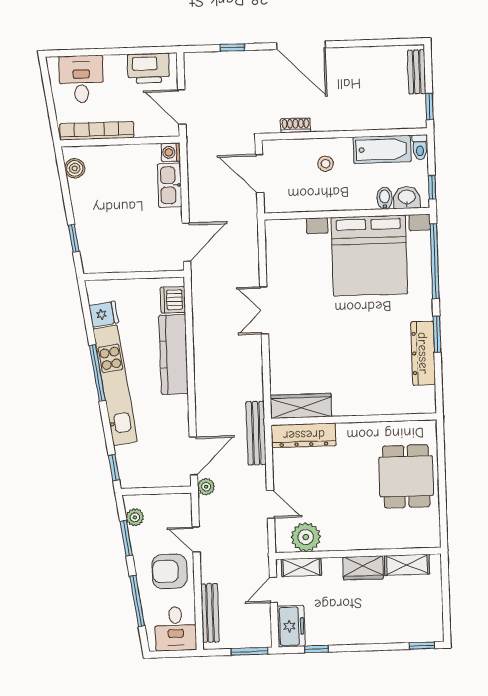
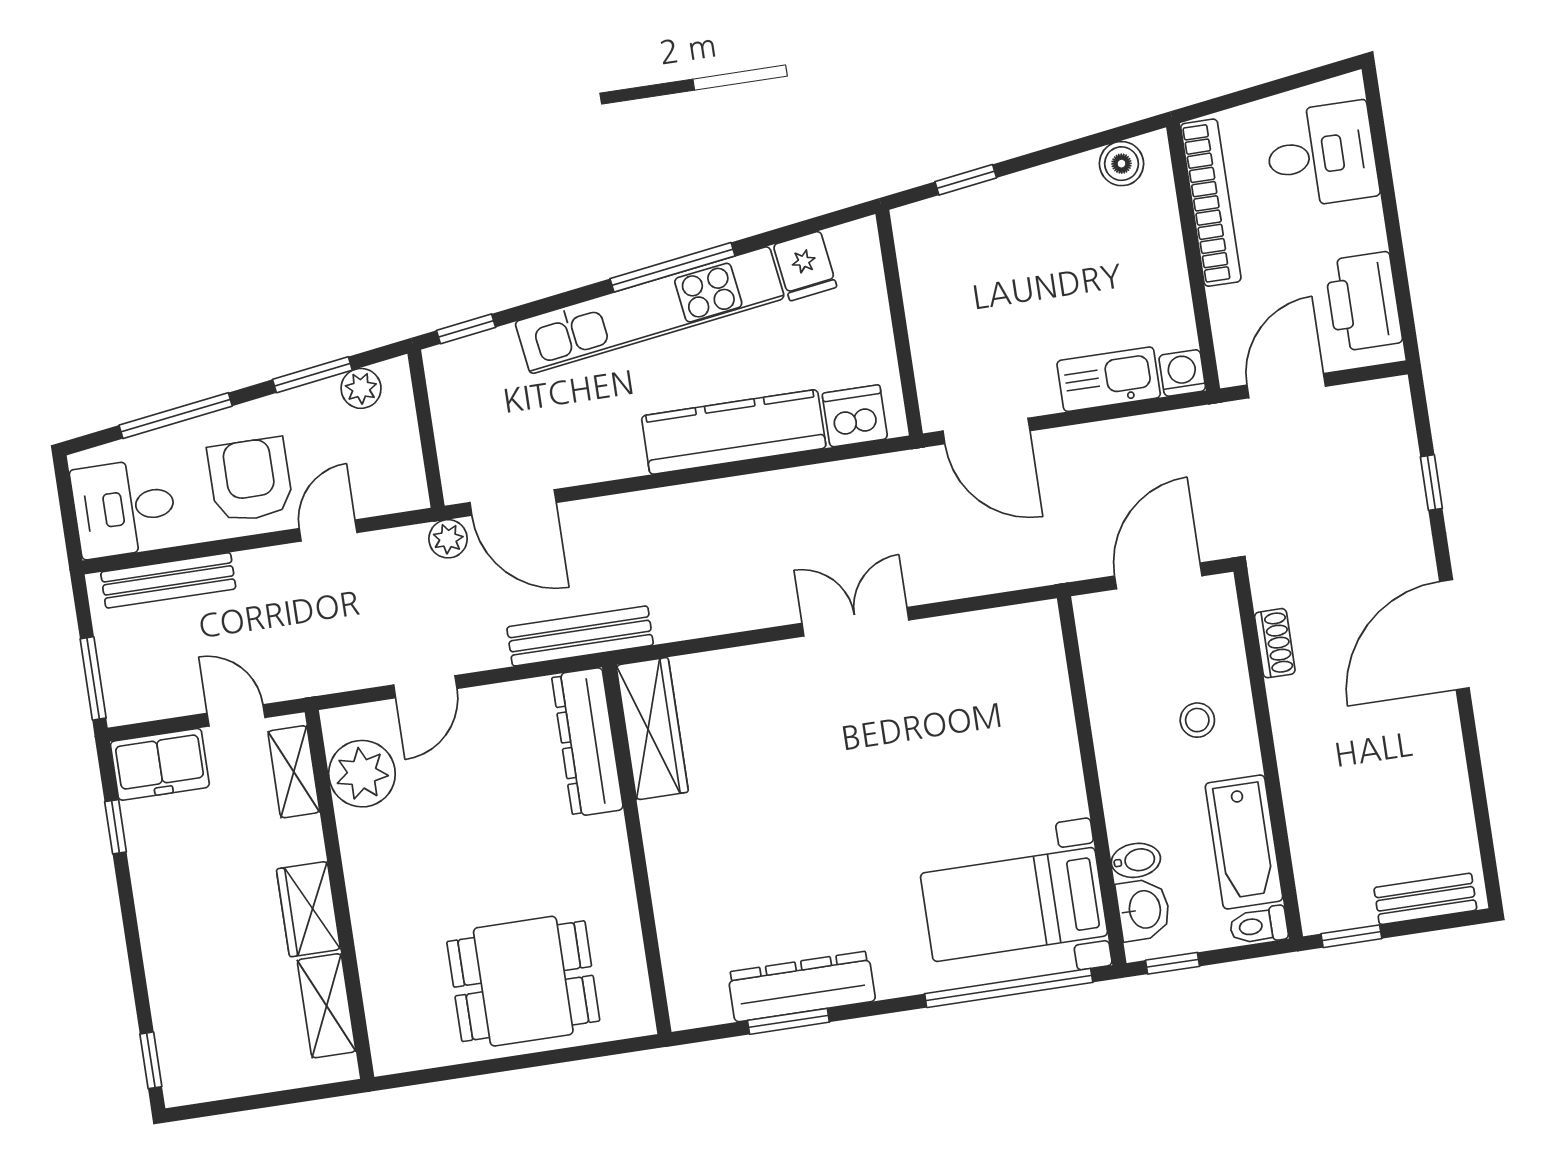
bed with nightstands: (369, 256) -> (1014, 905), width x0.54
window: (437, 334) -> (788, 1021), moved

